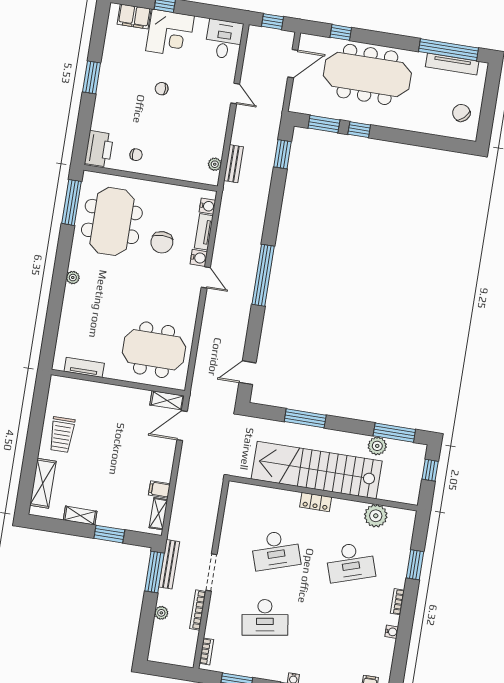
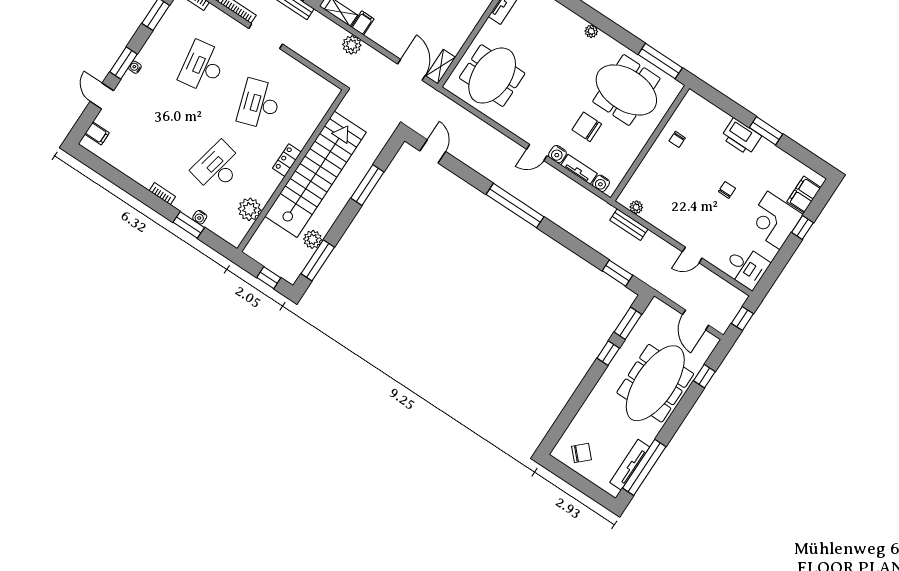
printer: (99, 149) -> (741, 137), moved
plant: (184, 490) -> (352, 45), added
desk: (351, 562) -> (218, 167), turned 30
water cooler: (392, 632) -> (200, 217), moved

